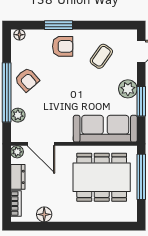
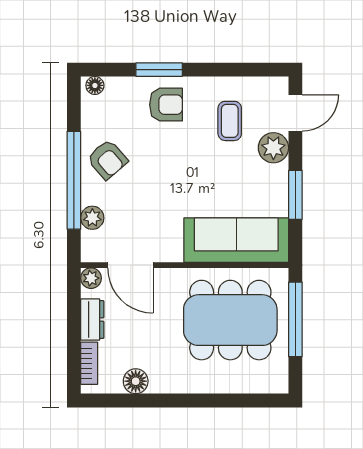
coffee table: (101, 56) -> (230, 121), turned -35
plant: (128, 89) -> (273, 148), moved

